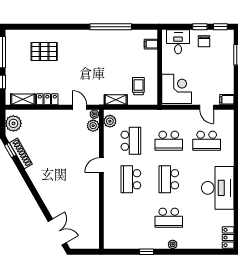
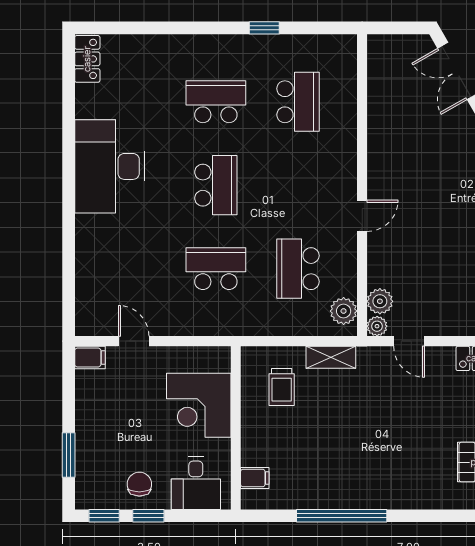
corner desk: (177, 89) -> (199, 405), moved
school desk: (207, 141) -> (134, 269), removed
school desk: (131, 179) -> (298, 102), moved
plant: (173, 244) -> (208, 44), removed

